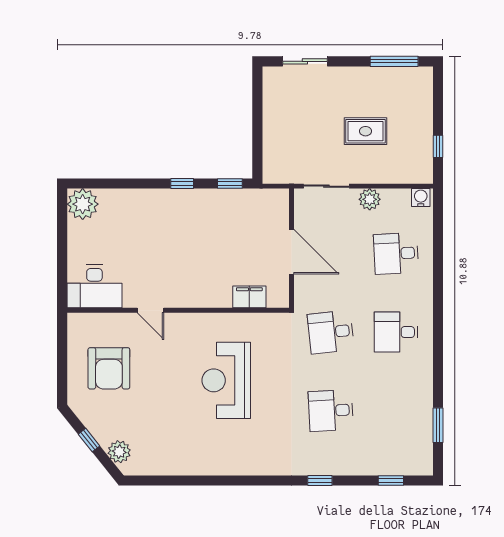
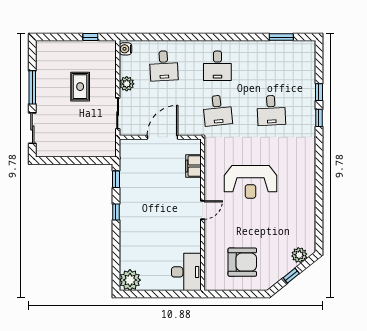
window: (394, 61) -> (32, 87), moved
door: (150, 310) -> (203, 210), moved
window: (391, 480) -> (319, 92), moved

